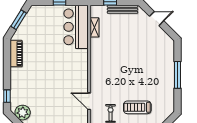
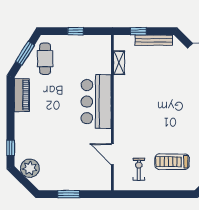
cafe table: (35, 24) -> (45, 59), added
bar counter: (76, 27) -> (96, 102), moved

